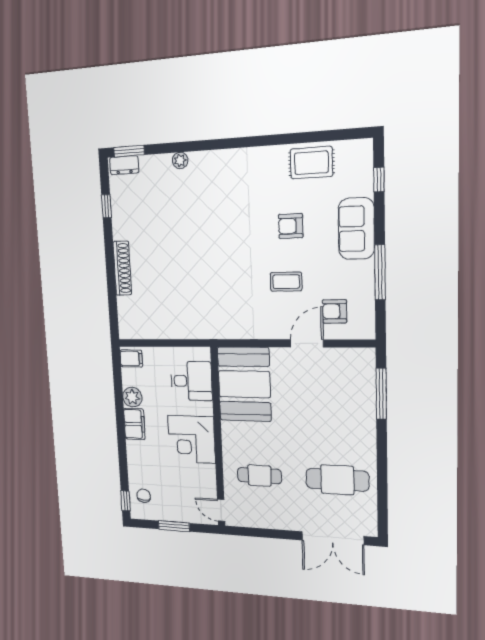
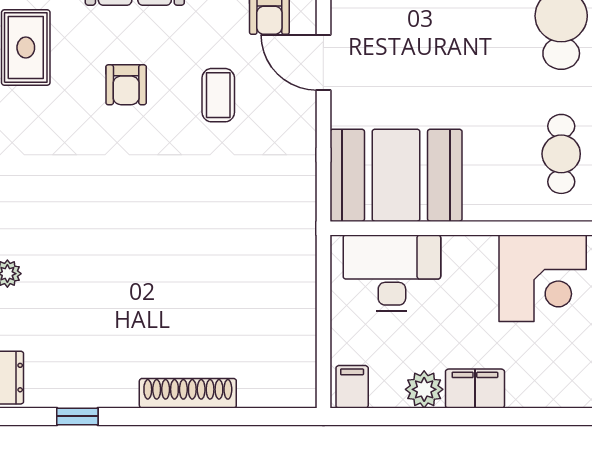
desk: (191, 381) -> (392, 273), width x1.37
corner desk: (192, 439) -> (543, 278), moved

